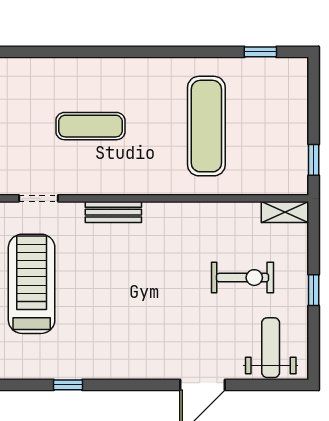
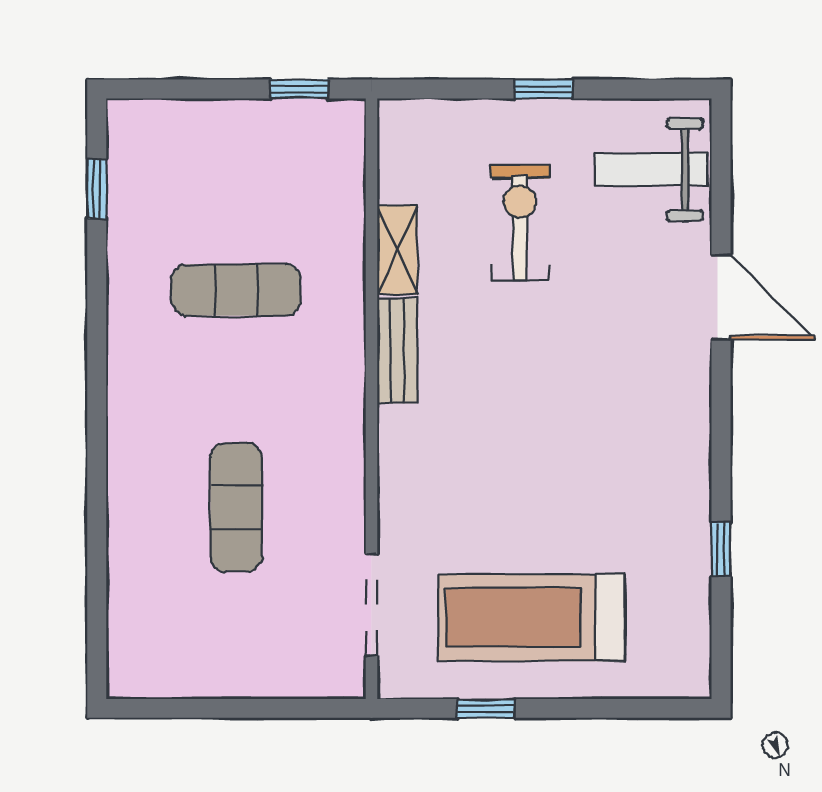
exercise mat: (206, 126) -> (236, 290), width x0.73, depth x0.69
doorway: (38, 198) -> (372, 605), width x1.38
bench: (113, 212) -> (397, 351), moved
shelving: (285, 212) -> (397, 250), moved

